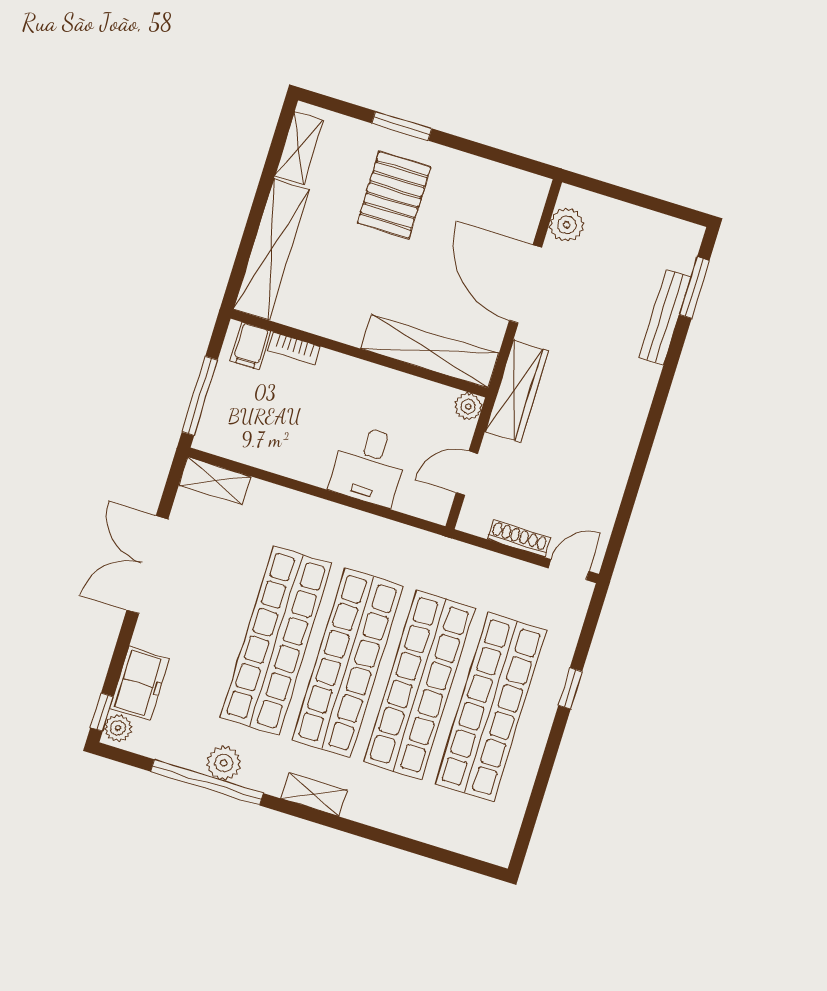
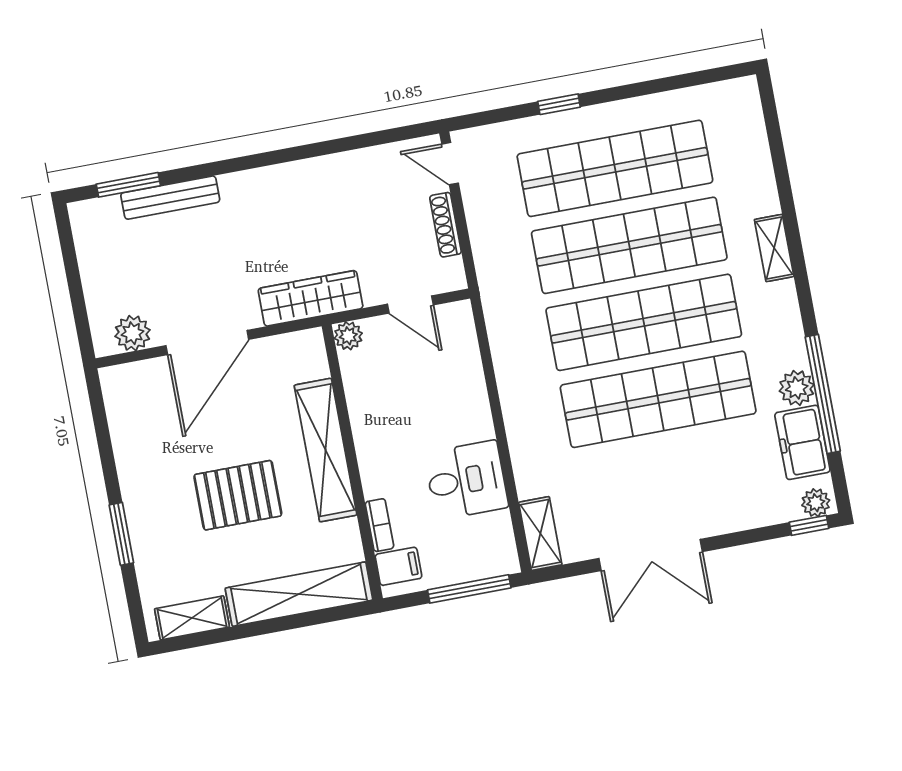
pallet: (394, 195) -> (238, 495), moved
shelving: (430, 351) -> (326, 450), moved
desk: (369, 465) -> (466, 480), moved
freezer: (140, 683) -> (802, 442), moved, turned -90
shelving: (314, 795) -> (774, 248), moved

